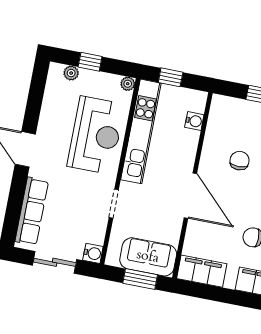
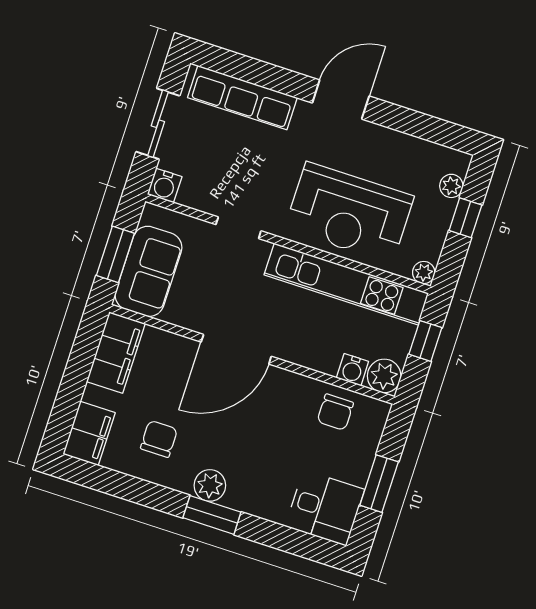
plant: (196, 101) -> (384, 376), added
chair: (240, 161) -> (335, 412), moved, turned 90

